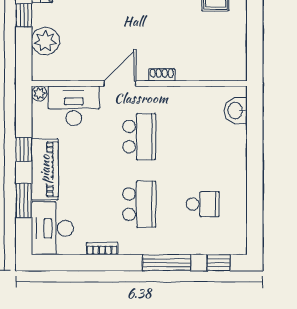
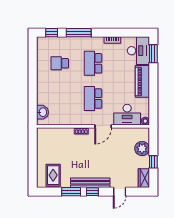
window: (24, 150) -> (153, 92), removed
window: (24, 201) -> (153, 54), moved

